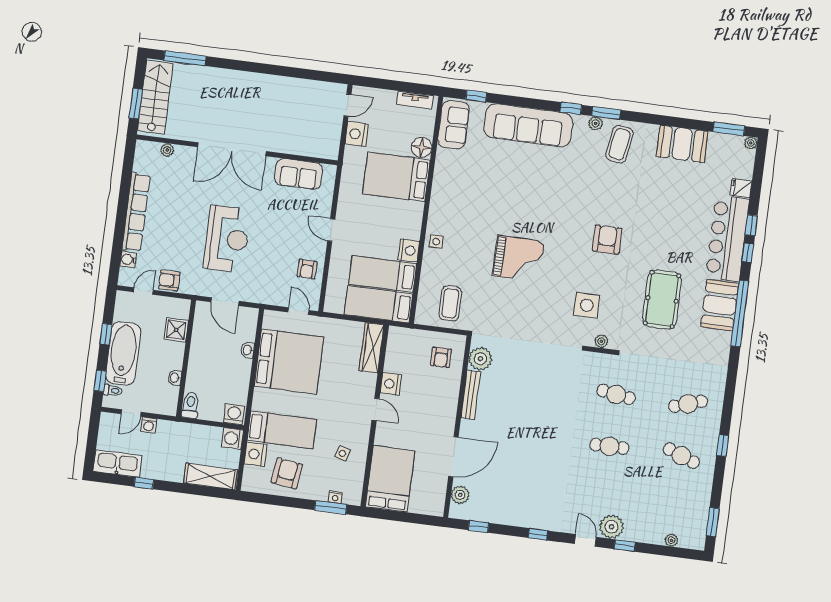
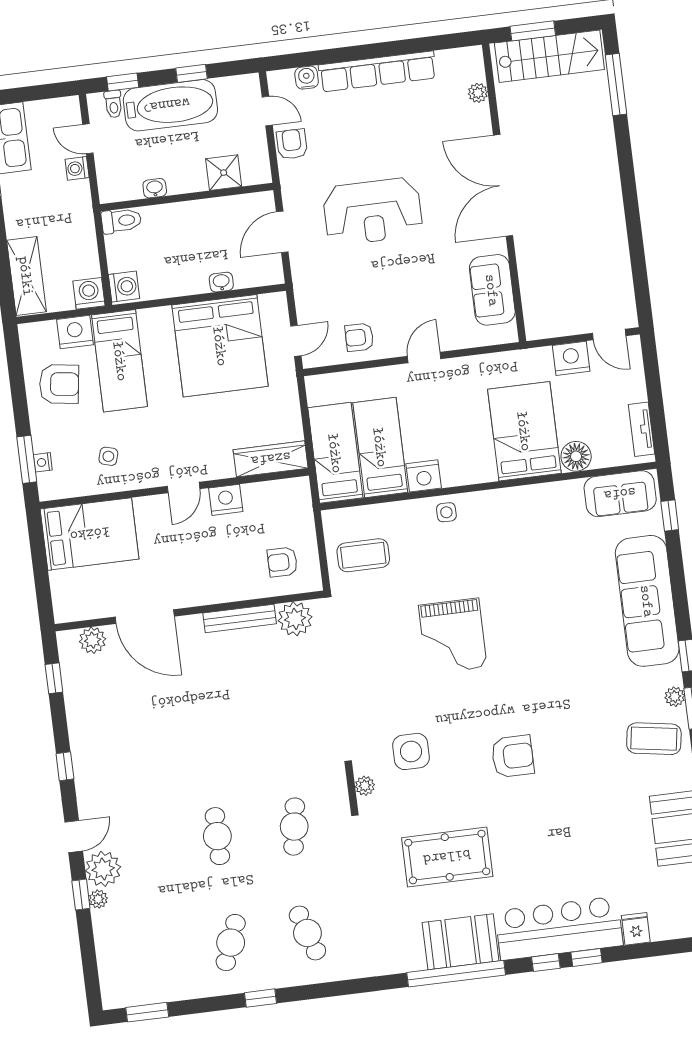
plant: (671, 540) -> (98, 899), moved

